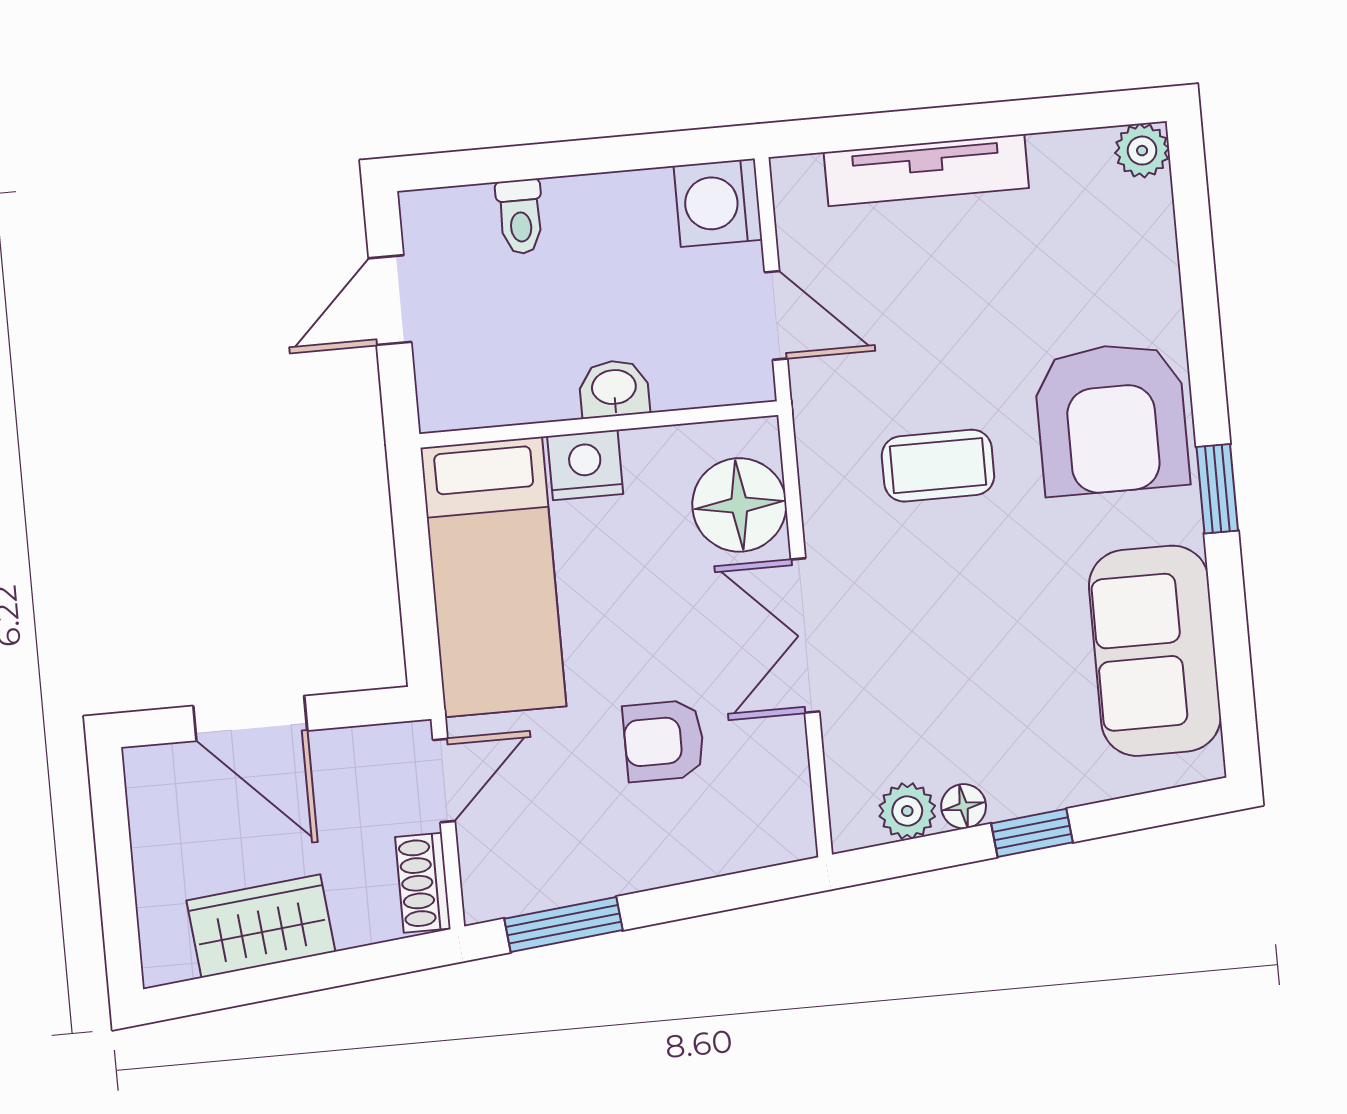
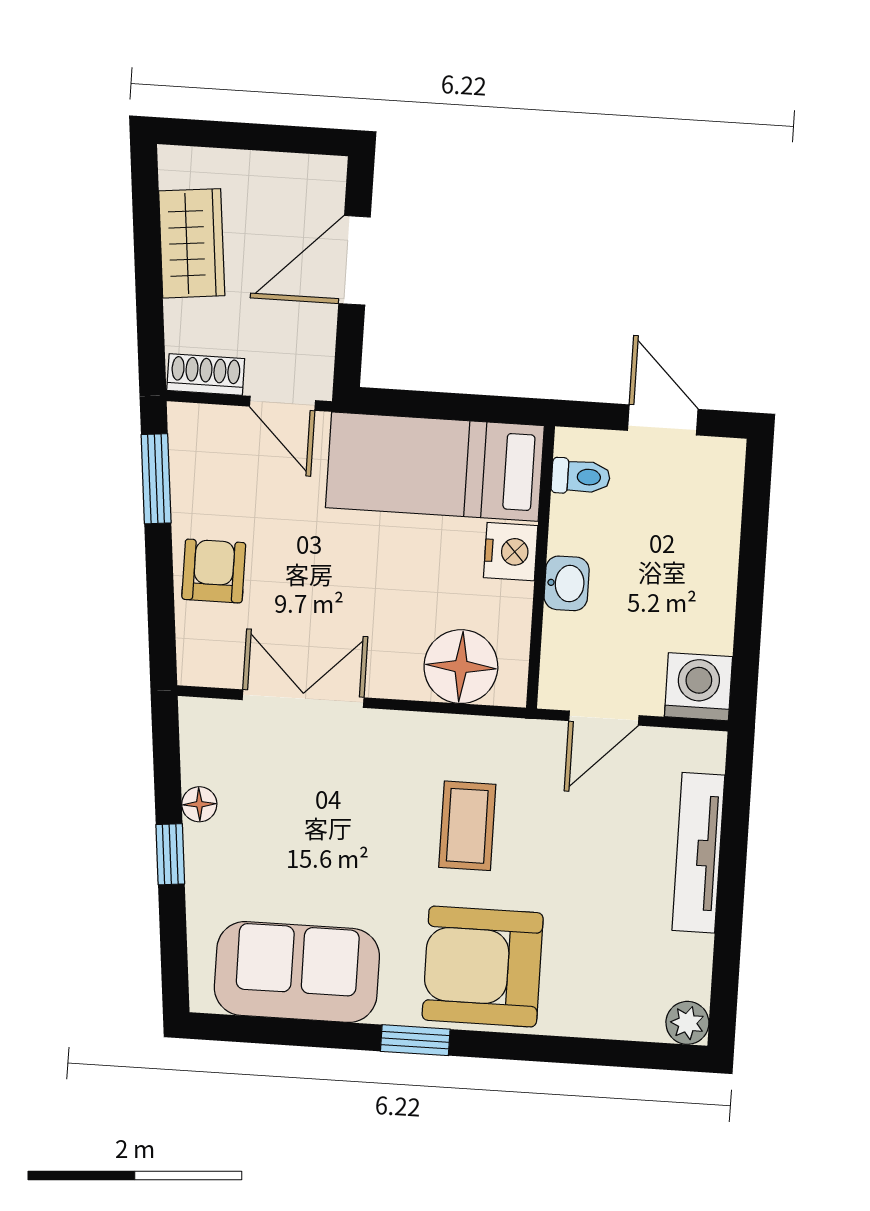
toilet: (520, 217) -> (581, 477), moved, turned 180
double door: (805, 635) -> (303, 699), moved
armchair: (664, 741) -> (214, 571), moved
plant: (907, 811) -> (202, 760), removed

